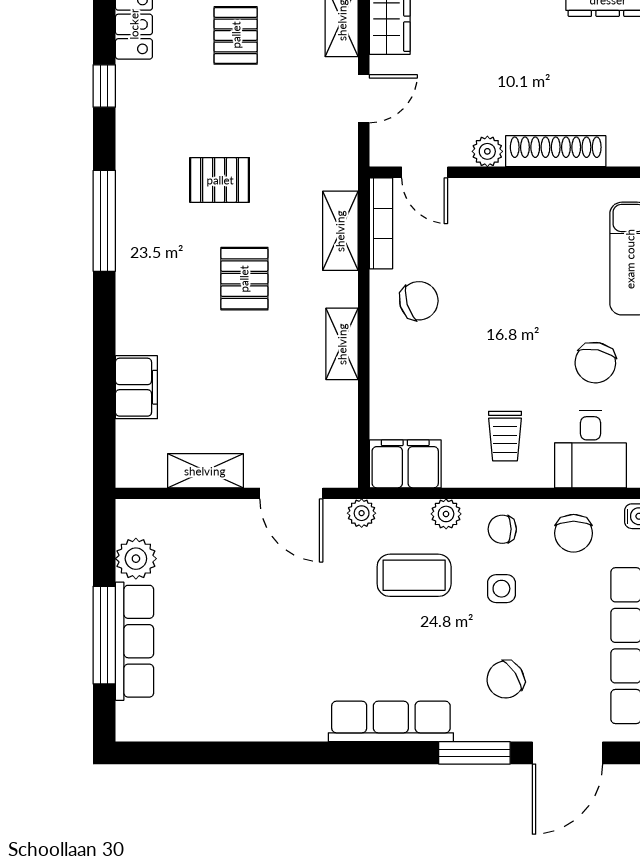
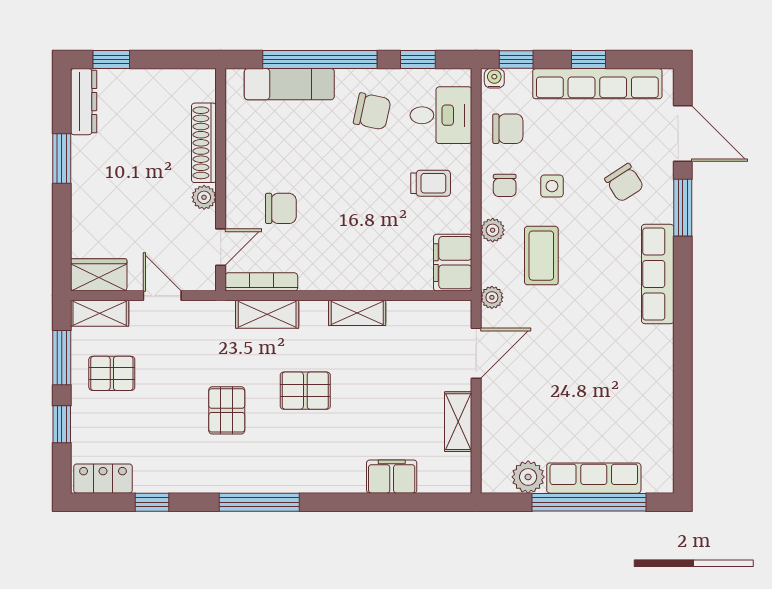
pallet: (236, 35) -> (112, 373), moved
chair: (419, 301) -> (281, 208), moved, turned 107
window: (104, 635) -> (589, 502), width x1.46

